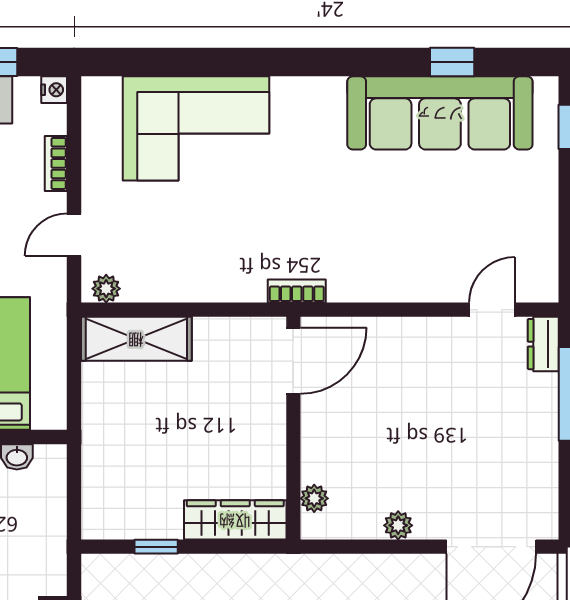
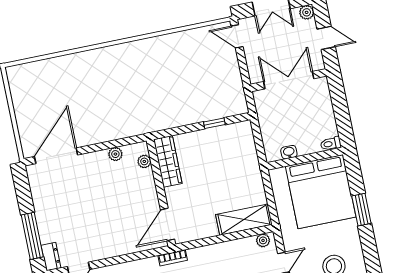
wardrobe: (235, 520) -> (168, 161), moved, turned -90
plant: (398, 525) -> (115, 154), moved

